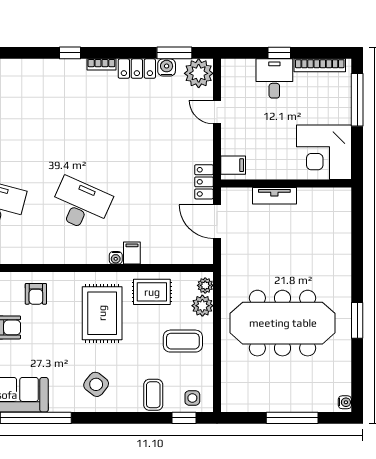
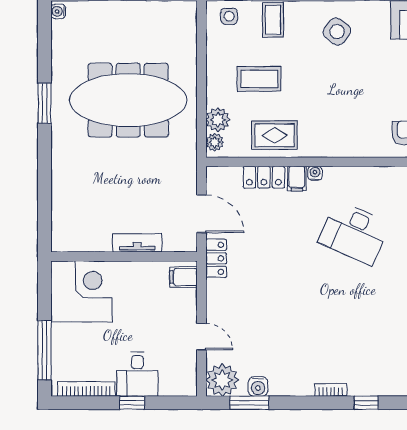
locker: (137, 69) -> (264, 177), moved, turned 180
rug: (102, 313) -> (330, 111), removed
coffee table: (183, 341) -> (259, 79), moved

